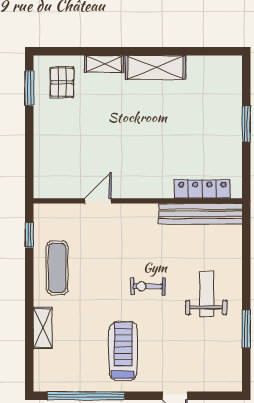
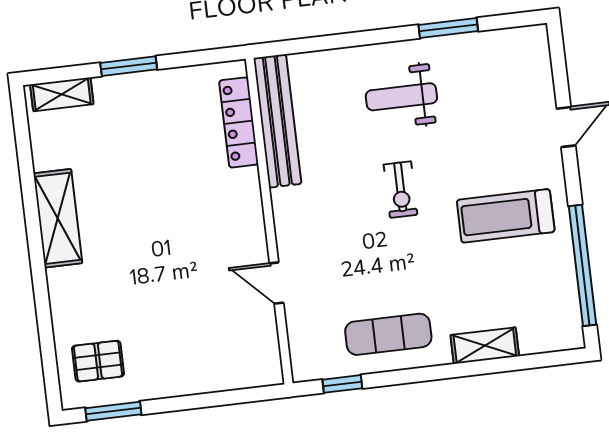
shelving: (104, 64) -> (62, 94), moved, turned 90

